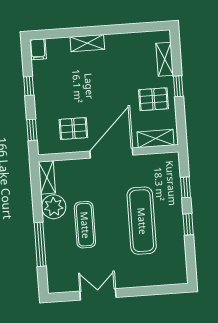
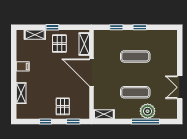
shelving: (87, 43) -> (21, 93), moved
filing cabinet: (38, 49) -> (23, 66), moved
pallet: (73, 128) -> (63, 106), moved
plant: (54, 207) -> (148, 111), moved
exercise mat: (142, 221) -> (135, 56), width x0.73, depth x0.69

